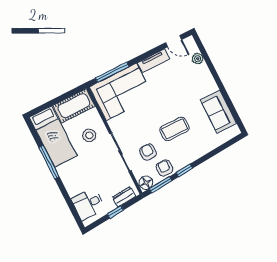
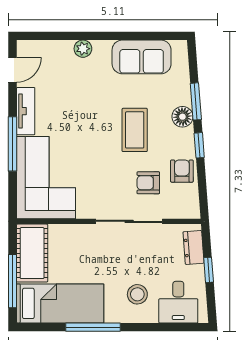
plant: (198, 59) -> (83, 49), moved
window: (112, 72) -> (13, 144), moved
window: (52, 103) -> (13, 281), added
stool: (89, 135) -> (137, 294), moved
armchair: (165, 168) -> (182, 171), turned 90
floor lamp: (146, 183) -> (182, 117), moved
window: (161, 185) -> (196, 101), moved

